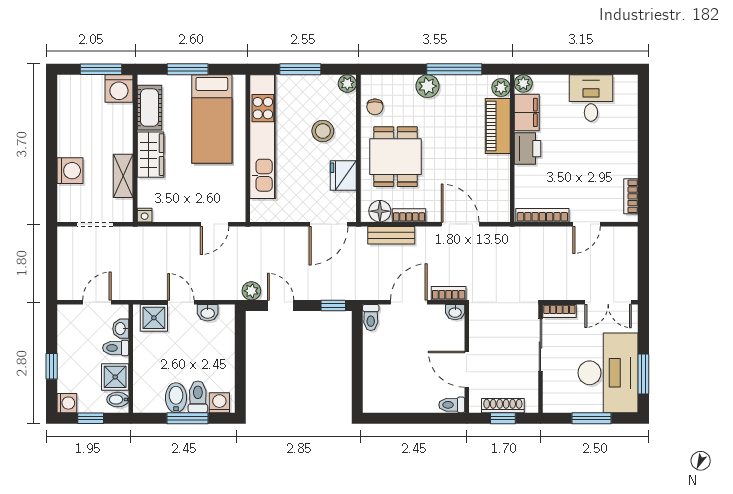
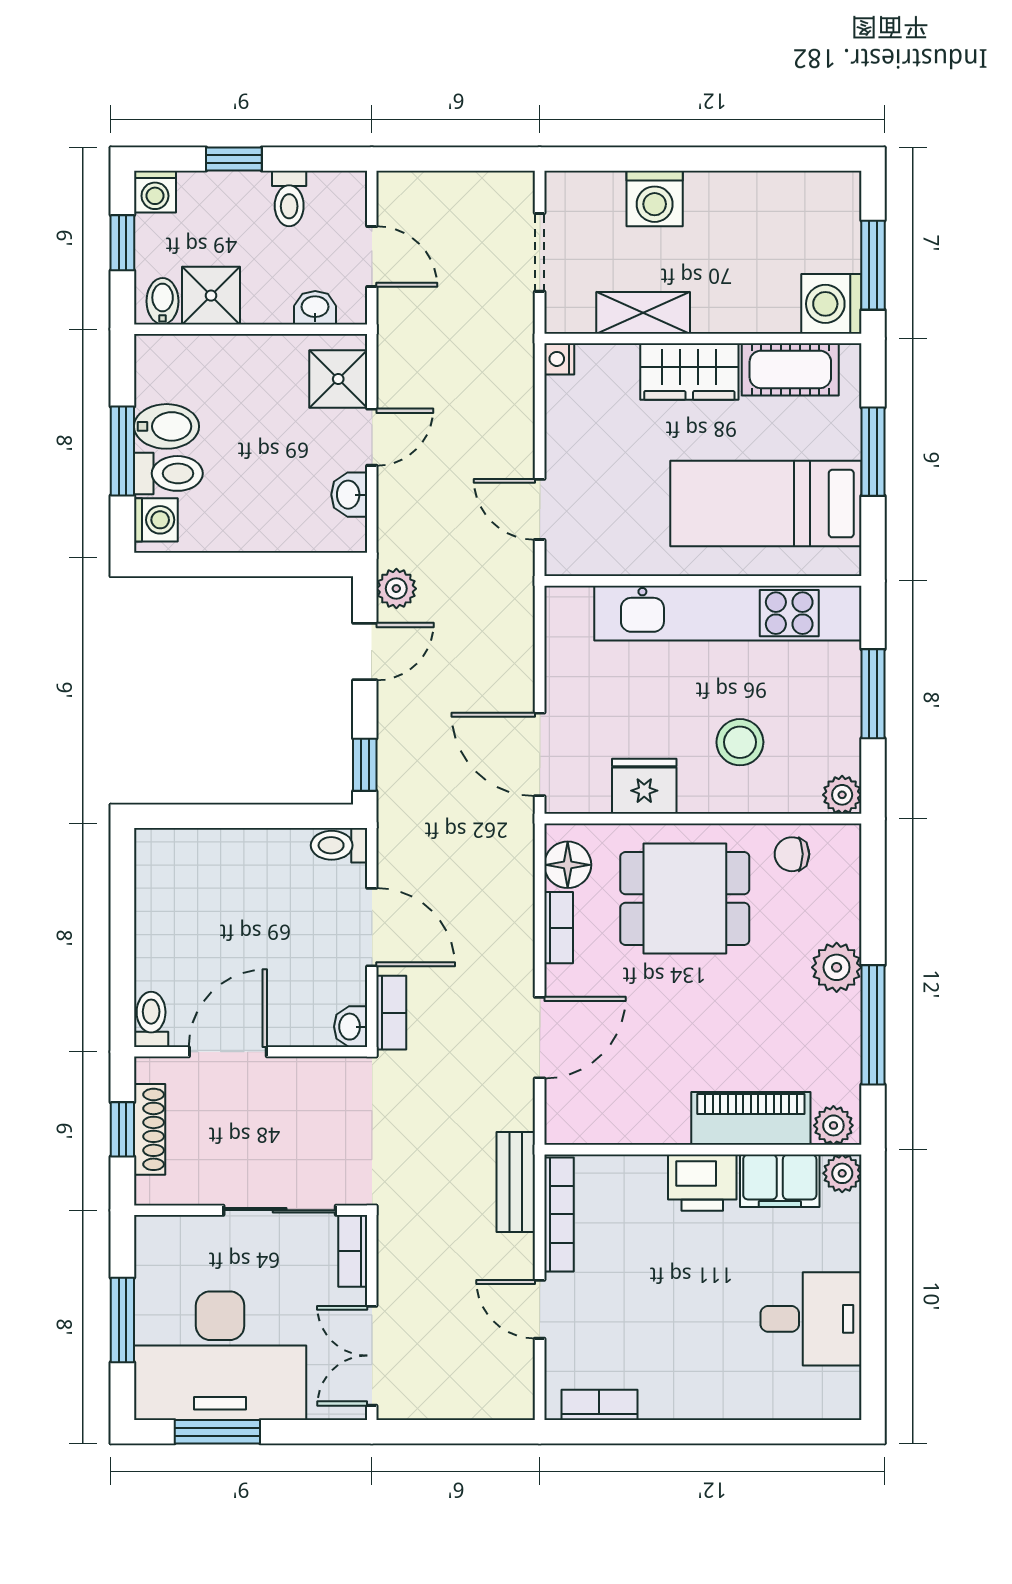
bench: (391, 235) -> (516, 1182), moved
toilet: (116, 348) -> (289, 198), moved, turned 180

